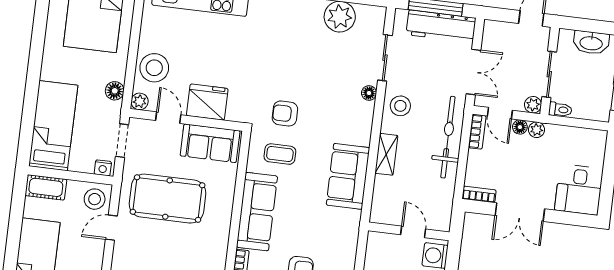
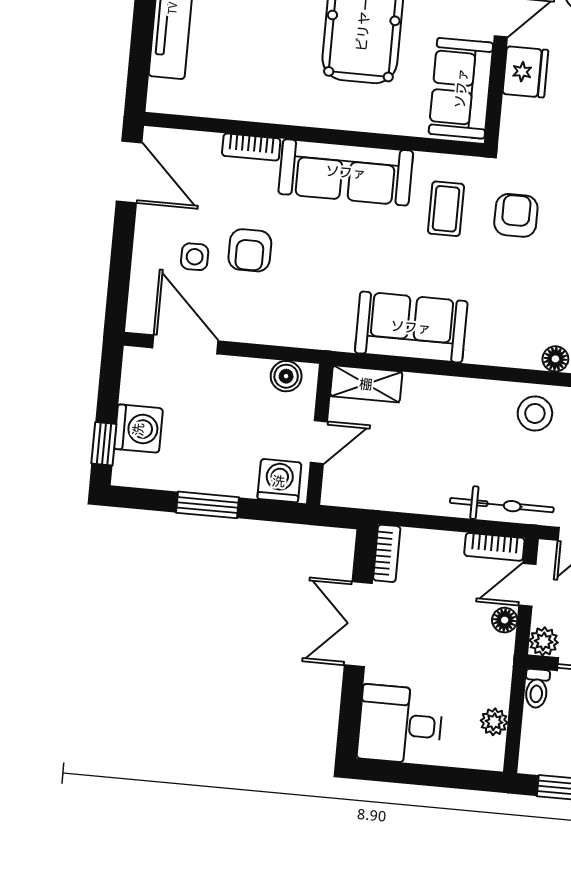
fridge: (207, 102) -> (525, 72), width x0.73, depth x0.75
plant: (537, 130) -> (494, 722), moved
bicycle: (448, 137) -> (502, 505), width x0.73, depth x0.71
shelving: (386, 154) -> (366, 384), moved
boiler: (374, 250) -> (286, 376), added

